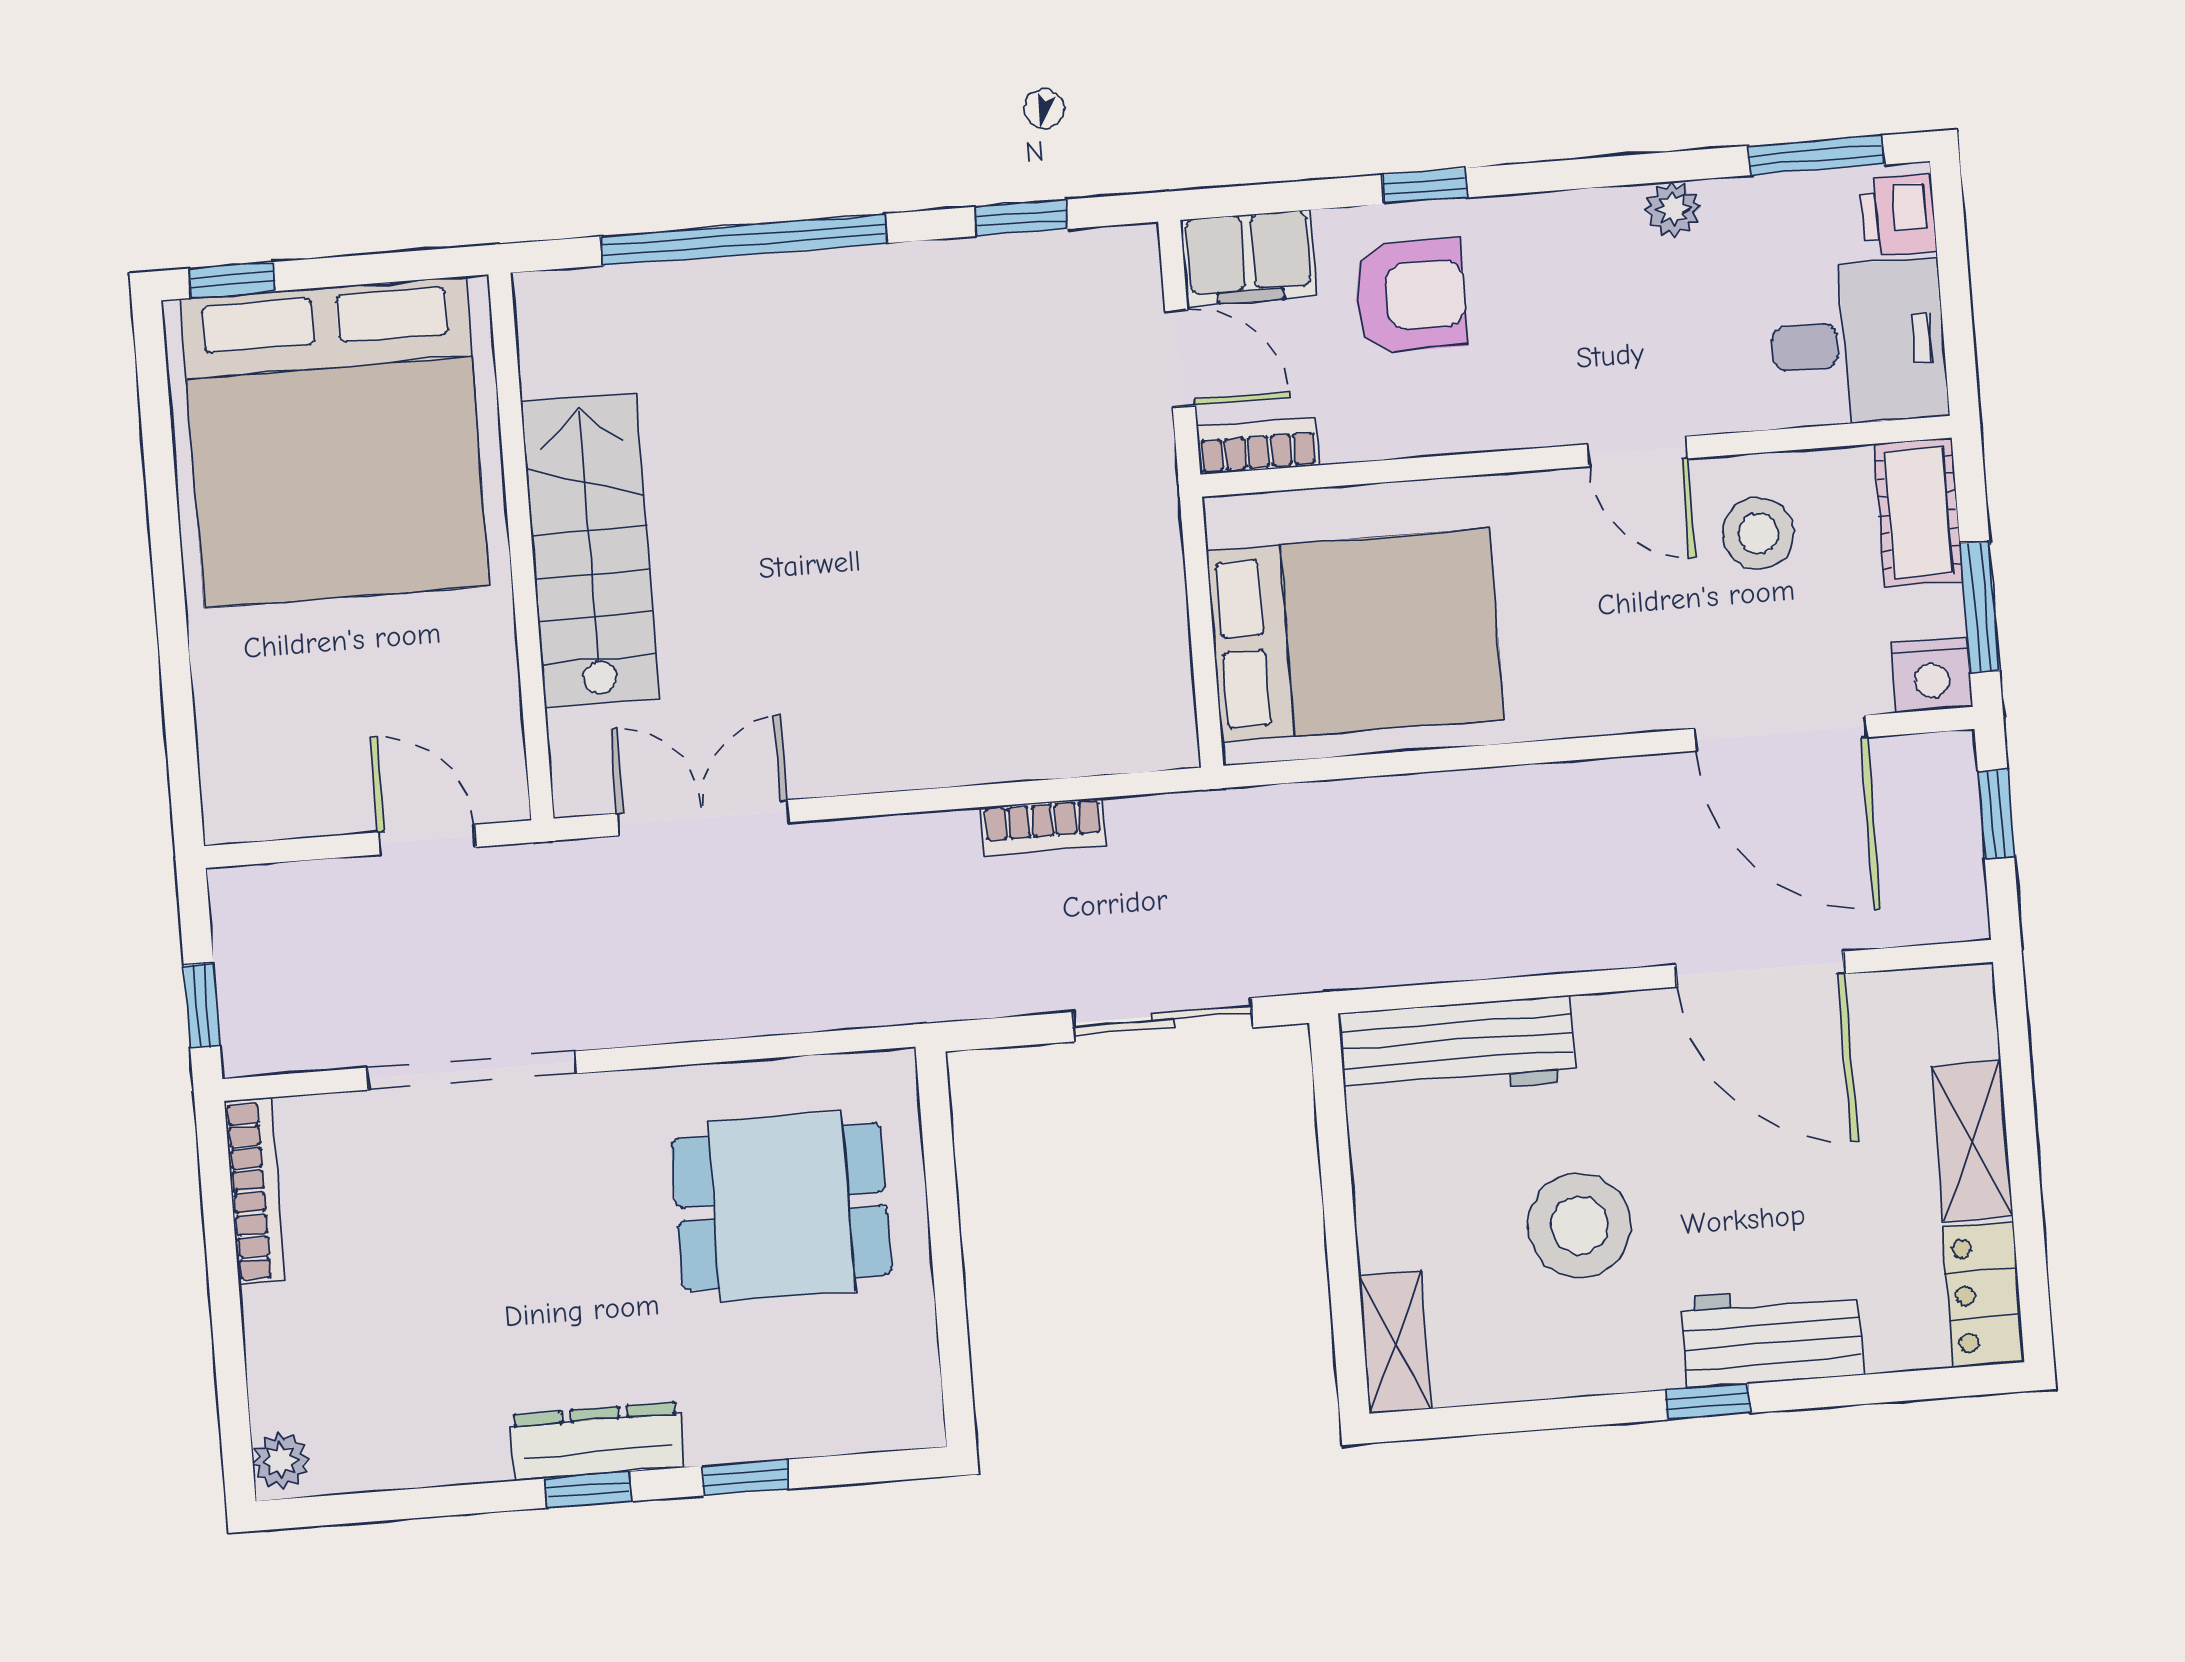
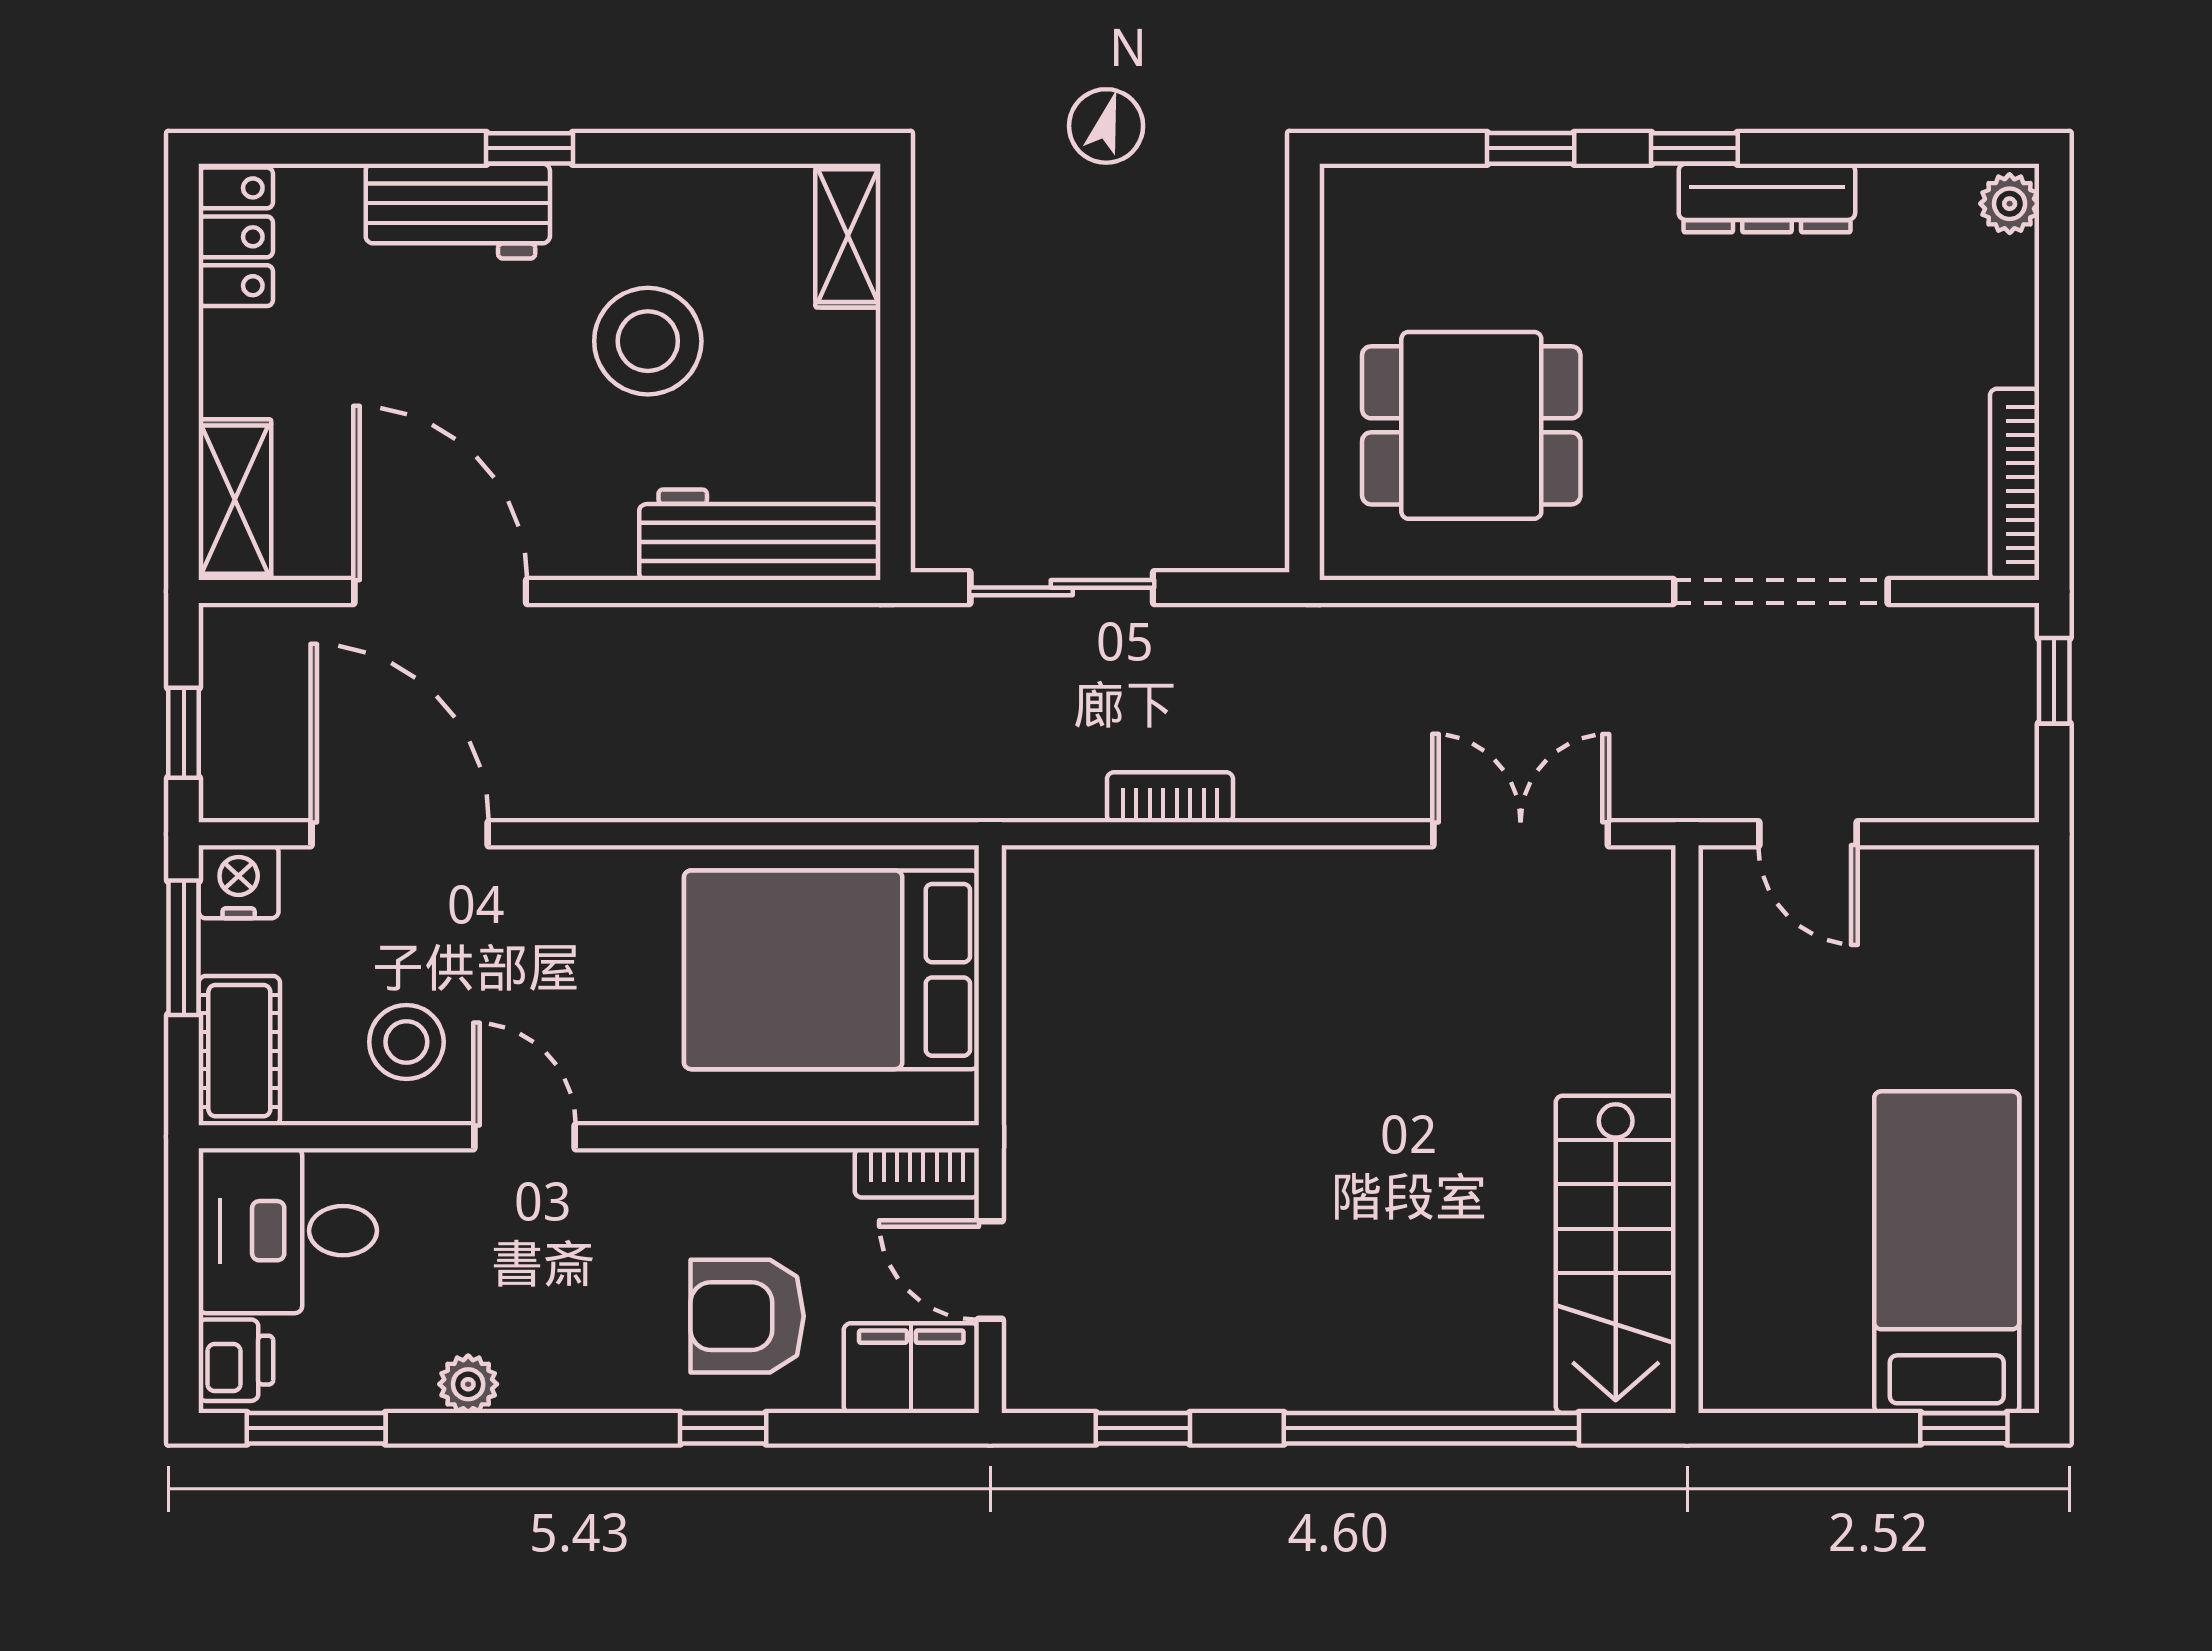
bed: (335, 442) -> (1947, 1252), width x0.49
stairs: (590, 549) -> (1616, 1254), moved
double door: (703, 818) -> (1521, 834), swing flipped
shelving: (1972, 1141) -> (235, 500), moved
dresser: (597, 1441) -> (1767, 198), moved

